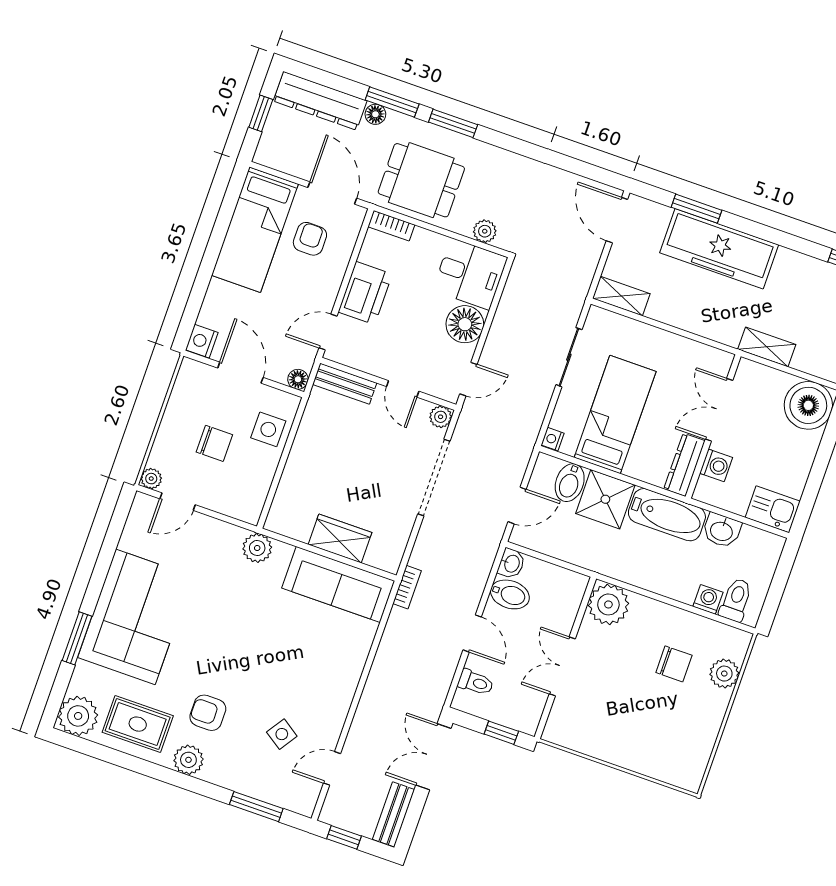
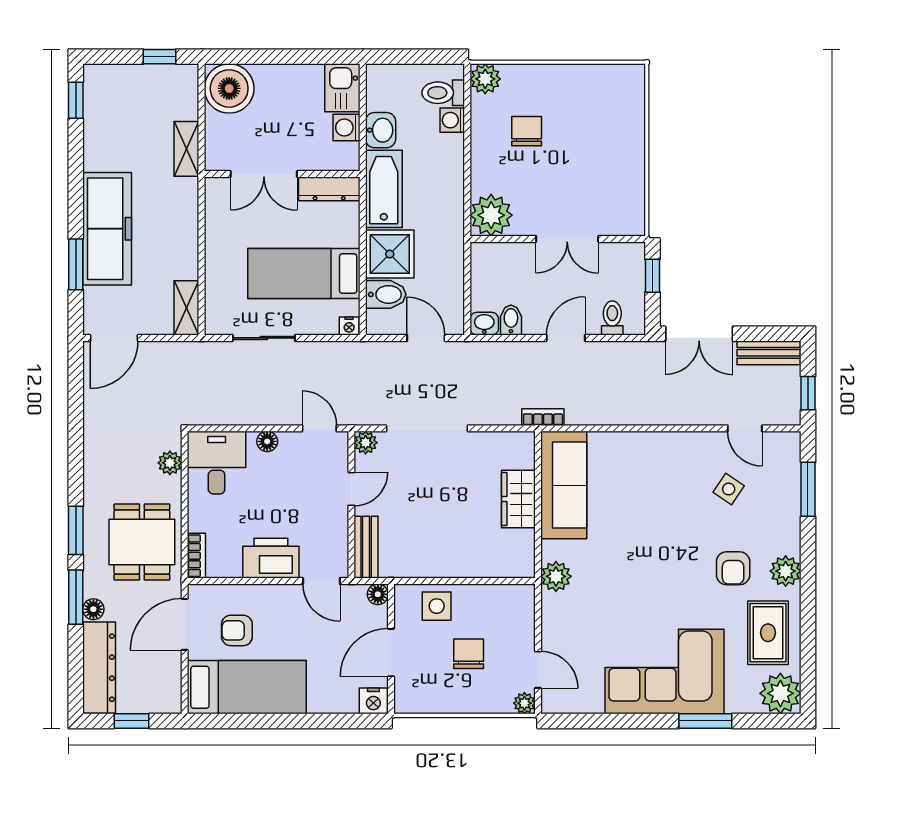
floor lamp: (465, 324) -> (267, 441), width x0.53, depth x0.53
washing machine: (716, 465) -> (346, 127), moved, turned -90
bidet: (510, 594) -> (511, 320), width x0.72, depth x0.74
plant: (724, 674) -> (485, 79), moved

